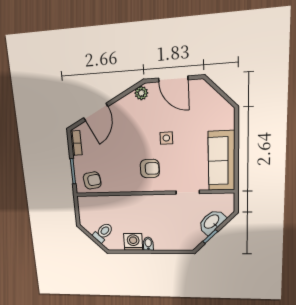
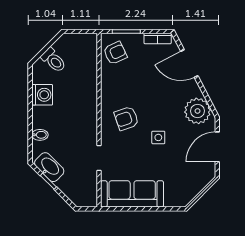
plant: (141, 93) -> (197, 111), width x1.88, depth x1.88
armchair: (150, 169) -> (126, 118), turned 71
armchair: (92, 180) -> (115, 53), turned -106
washbasin: (212, 222) -> (49, 167), moved
bidet: (148, 244) -> (40, 135), moved

